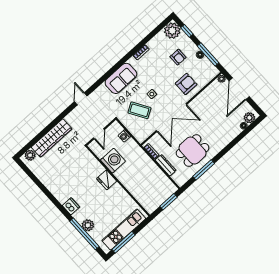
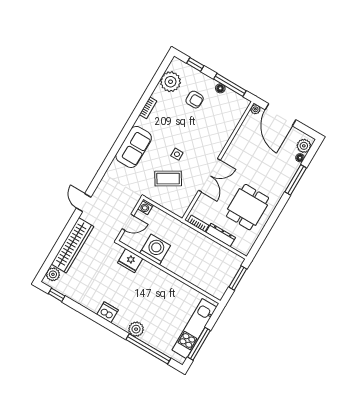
plant: (172, 31) -> (171, 82), moved
armchair: (186, 84) -> (215, 129), removed
door: (81, 99) -> (84, 203), moved
double door: (171, 118) -> (209, 175), width x0.73
door: (99, 134) -> (128, 222), hinge flipped
washing machine: (124, 136) -> (145, 207), moved
window: (204, 170) -> (296, 180), moved
window: (28, 172) -> (57, 295), added
fridge: (107, 180) -> (130, 261), moved
dishwasher: (71, 206) -> (108, 312), moved
plant: (88, 225) -> (136, 329), moved

